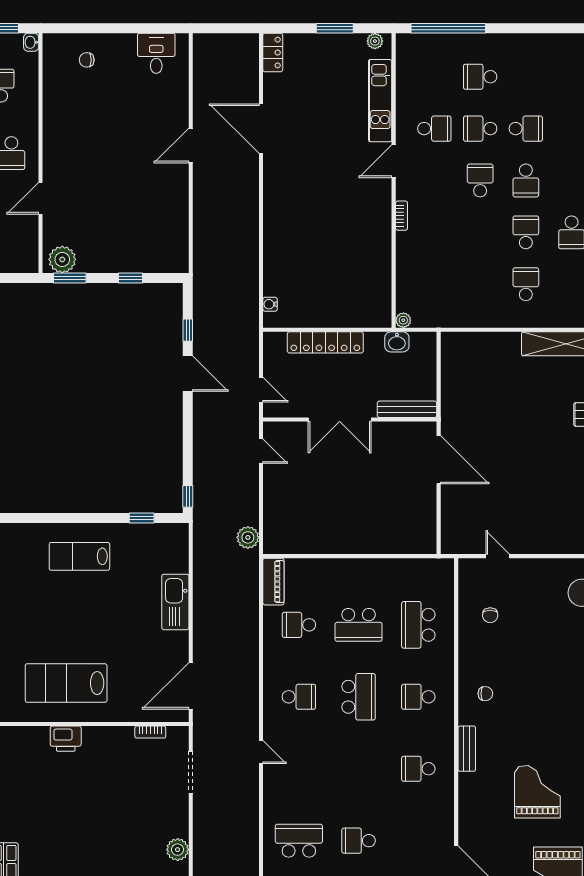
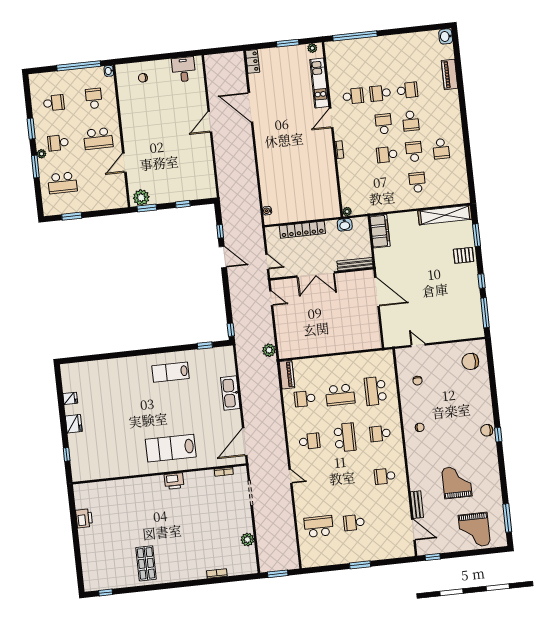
school desk: (480, 77) -> (387, 155), moved
filing cabinet: (455, 359) -> (380, 231), added
bench: (467, 749) -> (417, 505), moved

